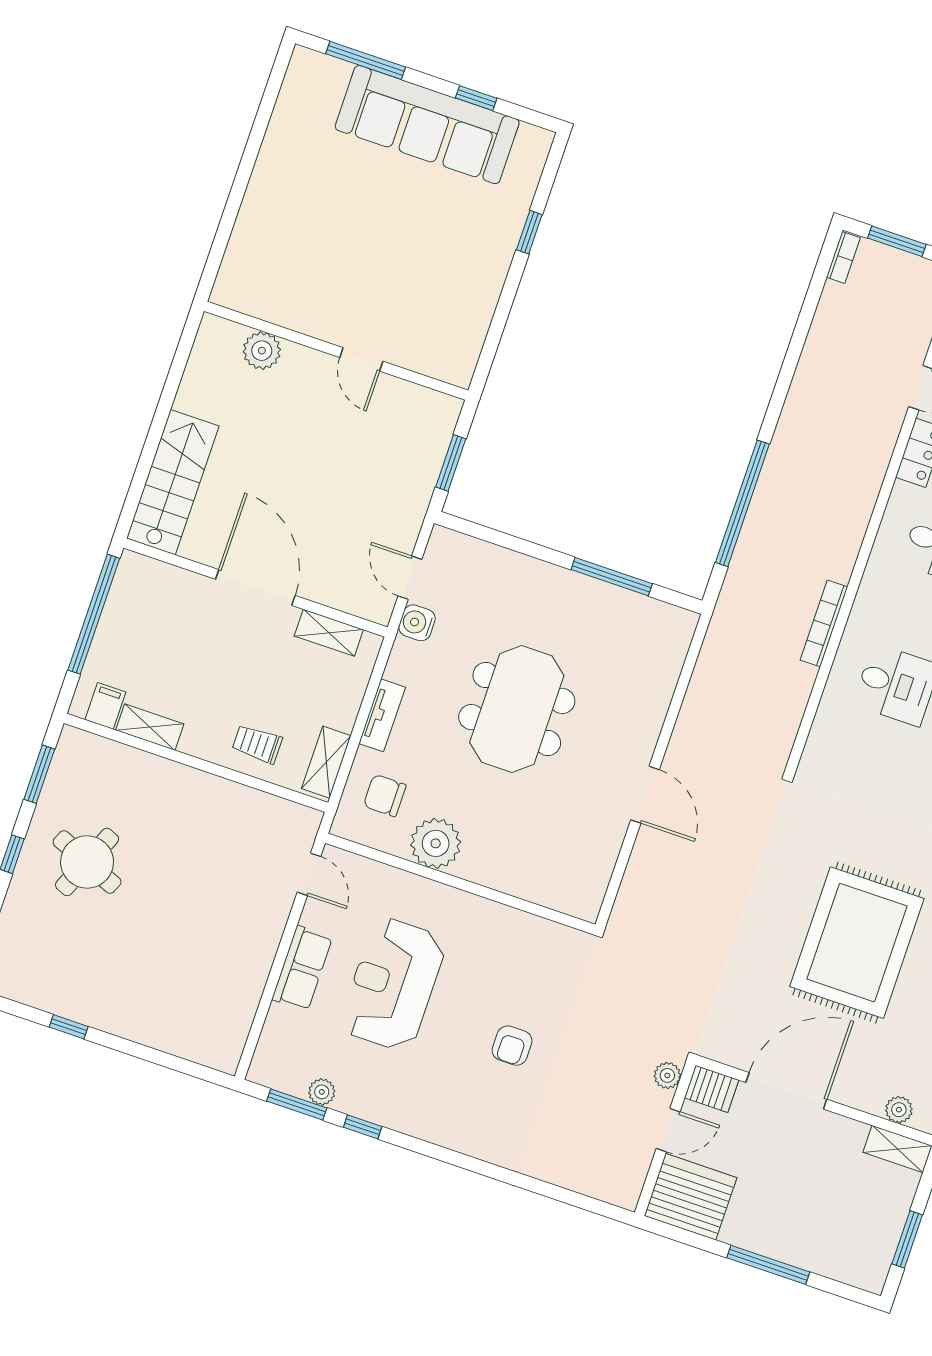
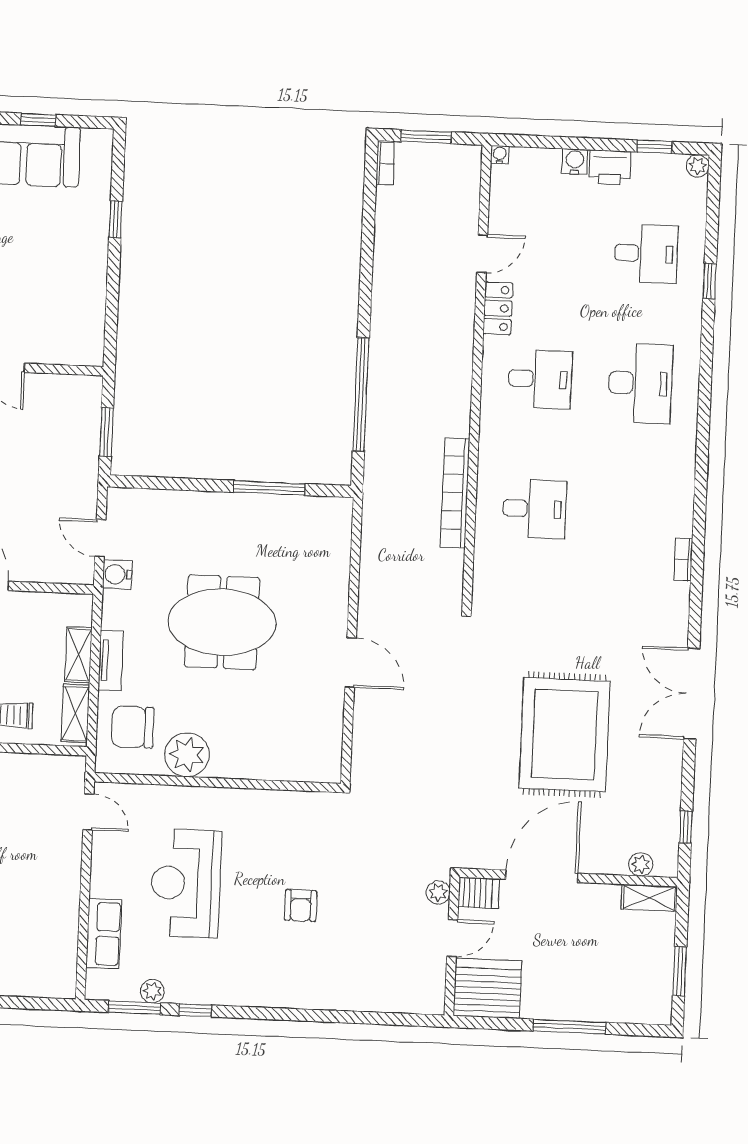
bookcase: (824, 624) -> (455, 493), width x1.48, depth x1.31
shelving: (329, 633) -> (78, 655), moved, turned 90
meeting table: (517, 709) -> (222, 622), turned 90
chair: (385, 795) -> (133, 727), width x1.37, depth x1.37
row of seats: (302, 968) -> (104, 934), moved

